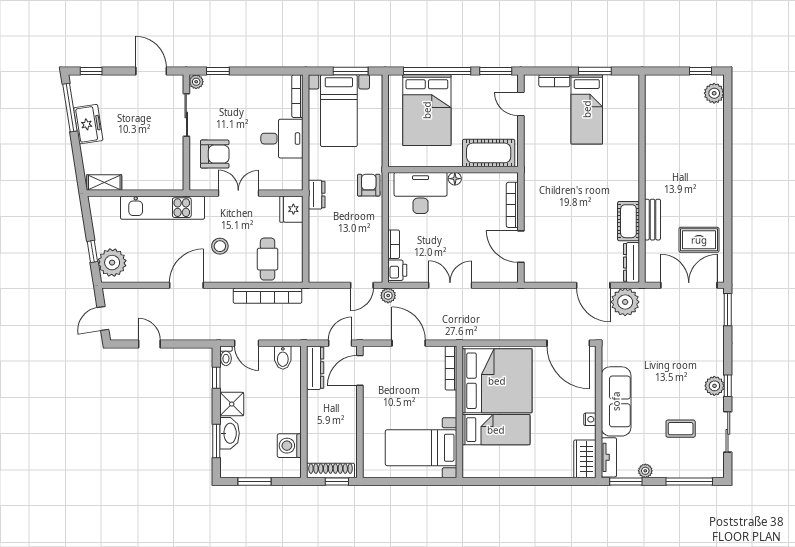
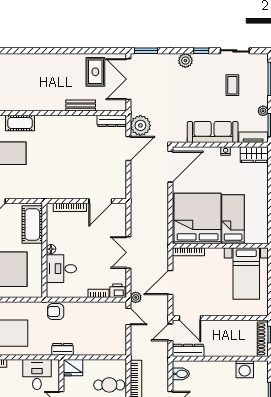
desk: (282, 139) -> (37, 375), moved
desk: (421, 193) -> (61, 269), width x0.73
cot: (628, 221) -> (20, 123), moved
door: (340, 343) -> (170, 332), hinge flipped
plant: (714, 386) -> (185, 61), moved

